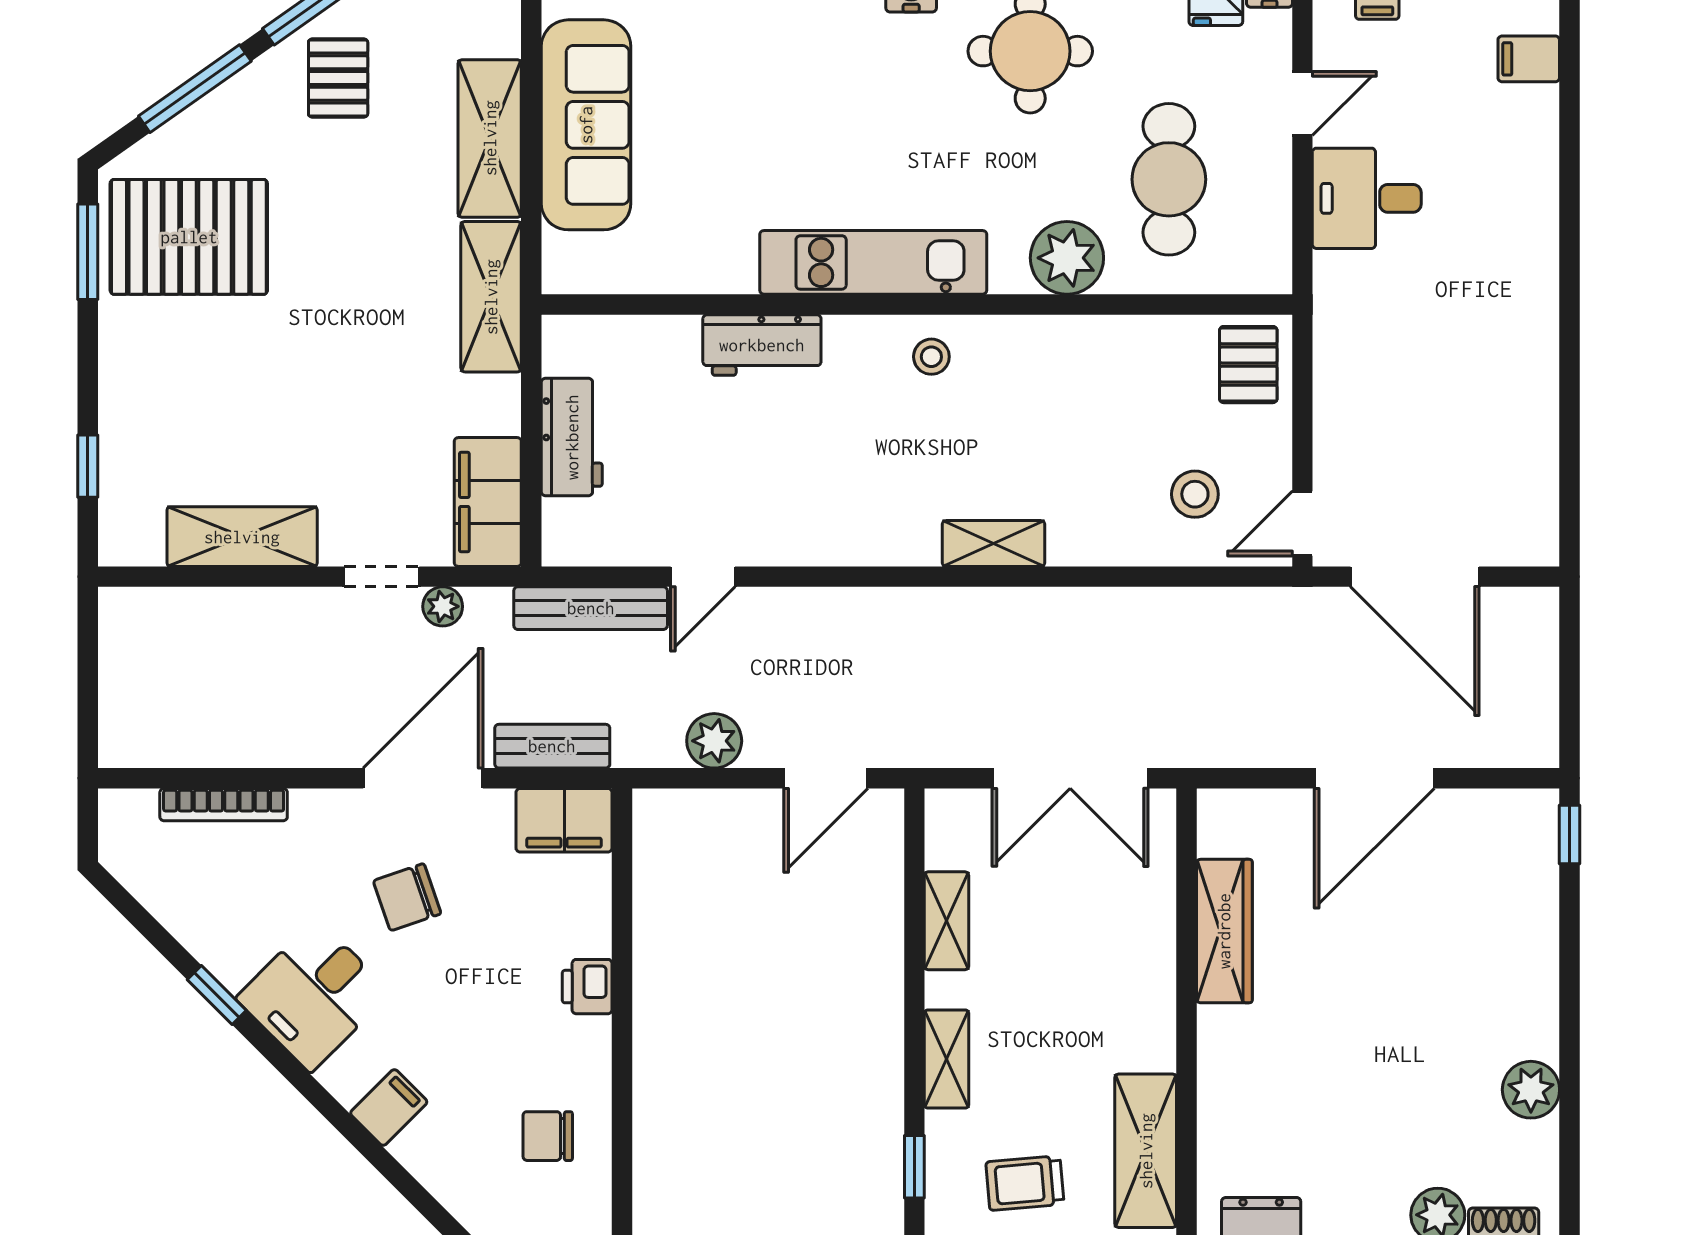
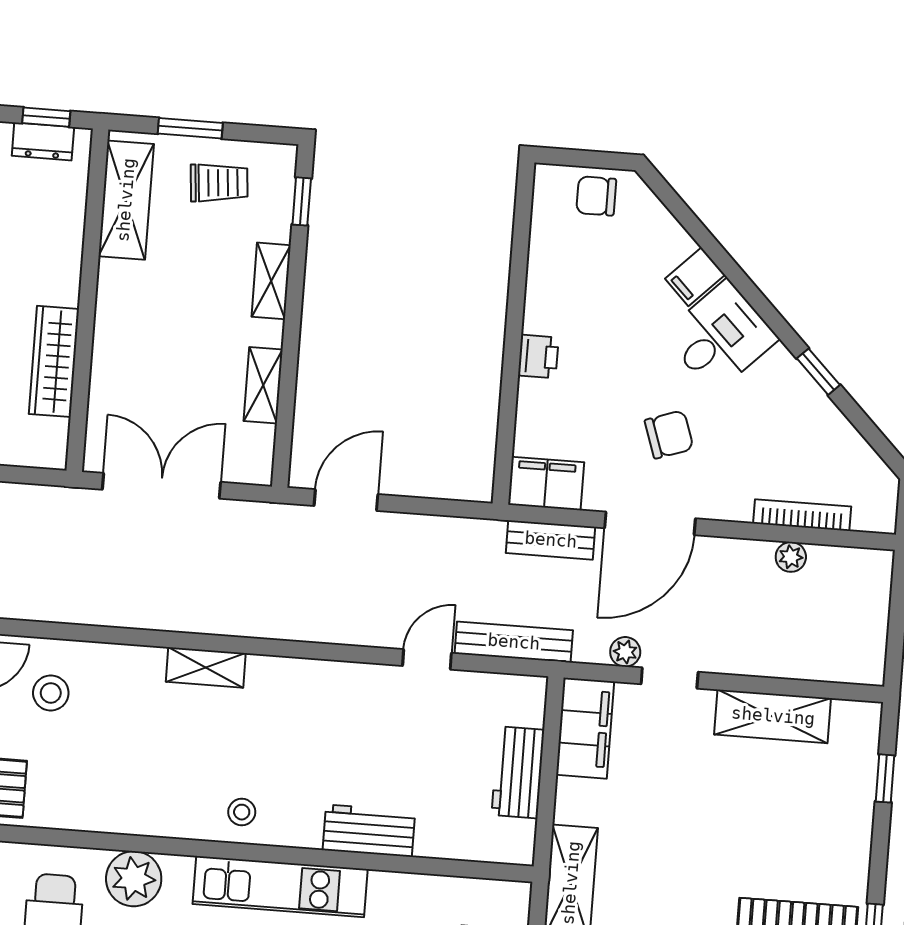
plant: (714, 741) -> (791, 557), moved, width x0.73, depth x0.73
desk: (313, 995) -> (720, 337), moved
chair: (548, 1136) -> (596, 196), moved, turned 180

